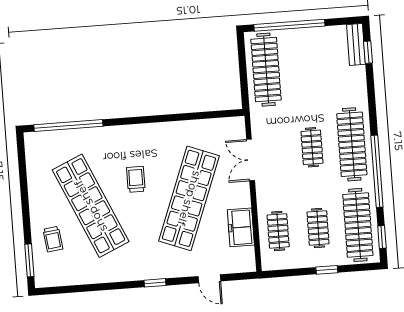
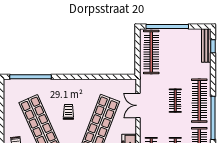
bench: (356, 44) -> (206, 46), width x1.36

